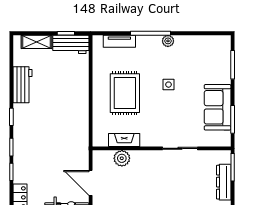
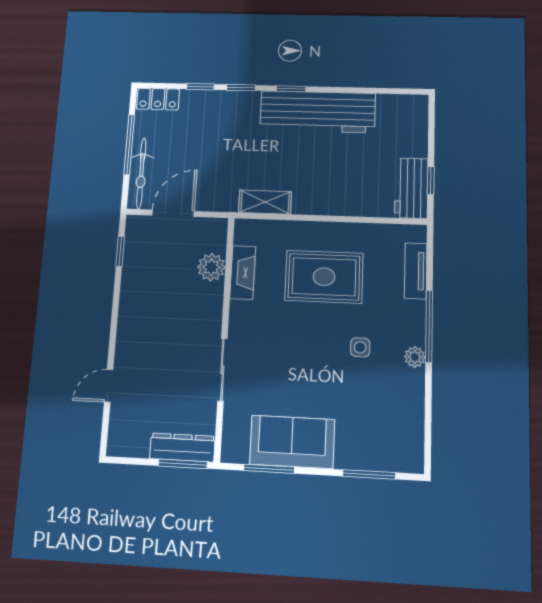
shelving: (36, 42) -> (265, 202), moved, turned 90
workbench: (23, 85) -> (318, 112), width x1.88, depth x1.32
side table: (169, 85) -> (360, 347), moved
dresser: (224, 182) -> (182, 447), moved

